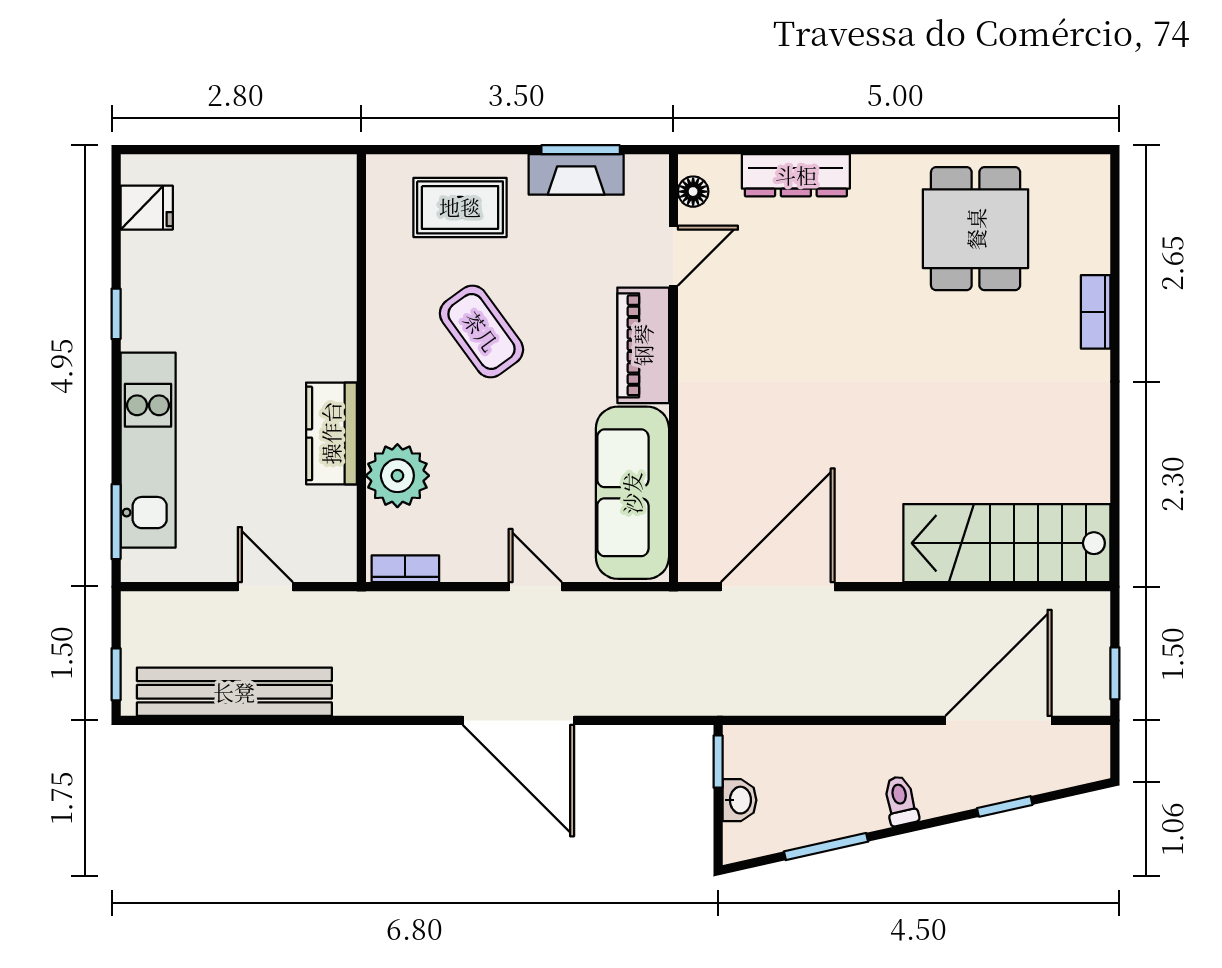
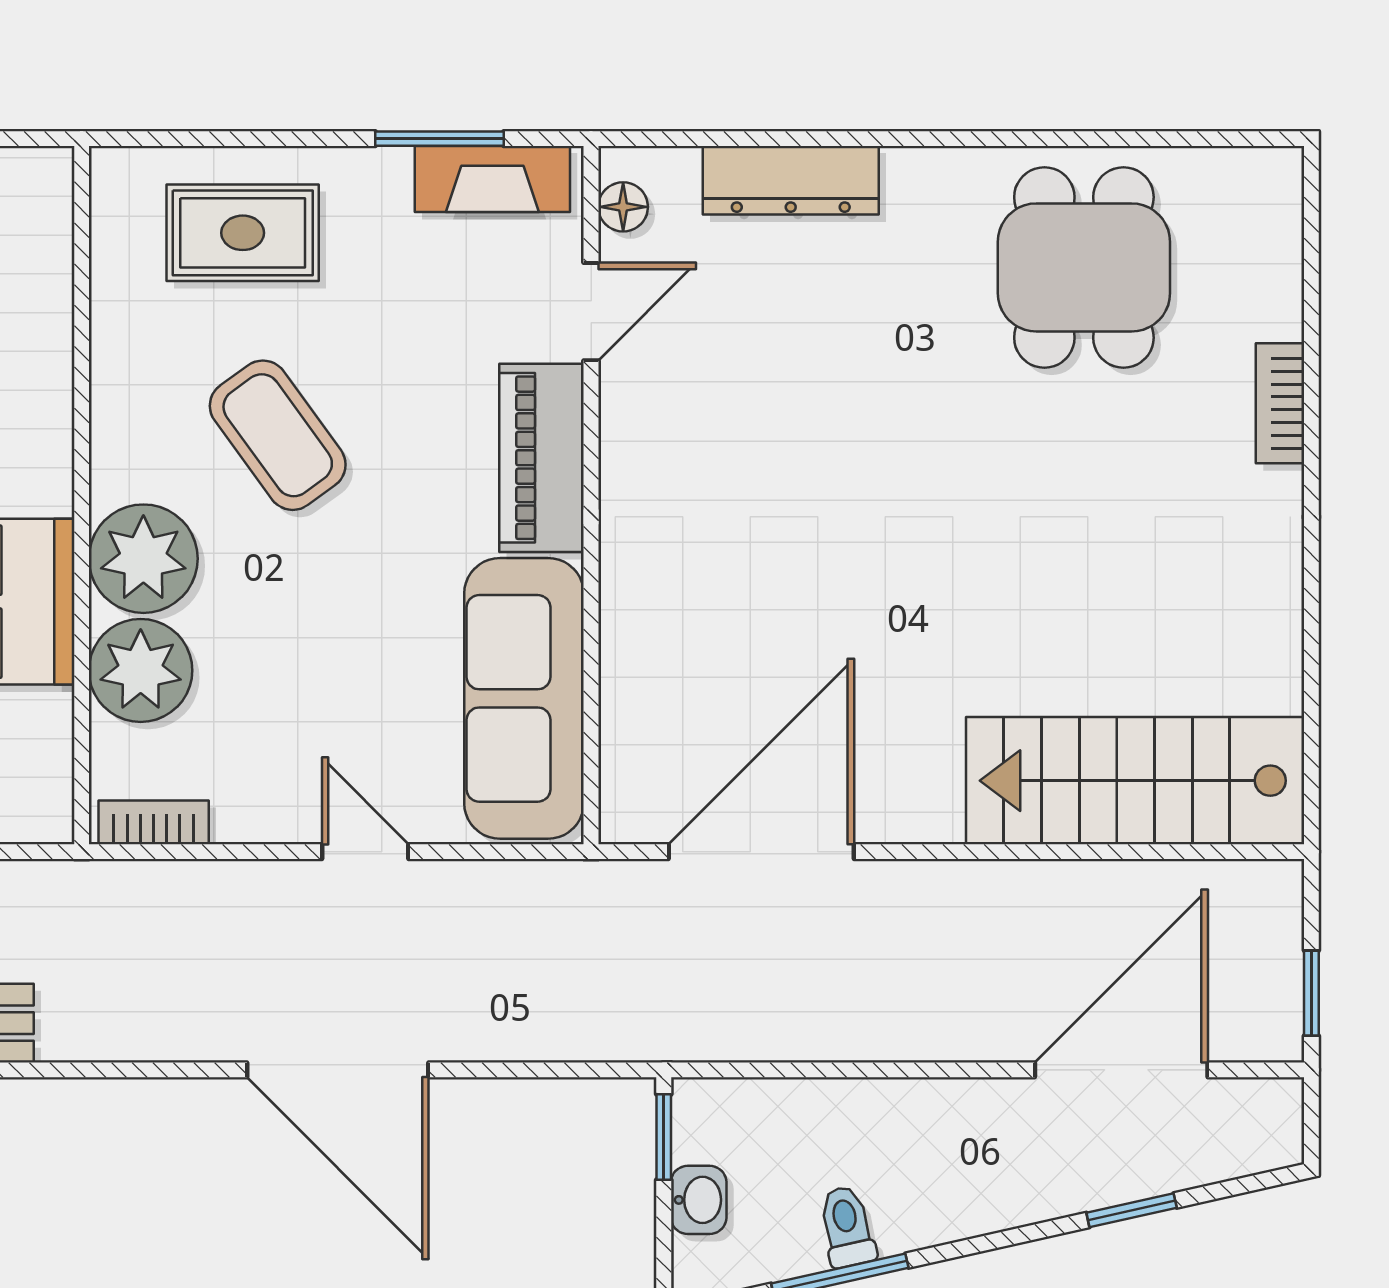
fireplace: (576, 174) -> (492, 179), moved
plant: (399, 407) -> (143, 559), added
toilet: (901, 801) -> (847, 1227), moved

